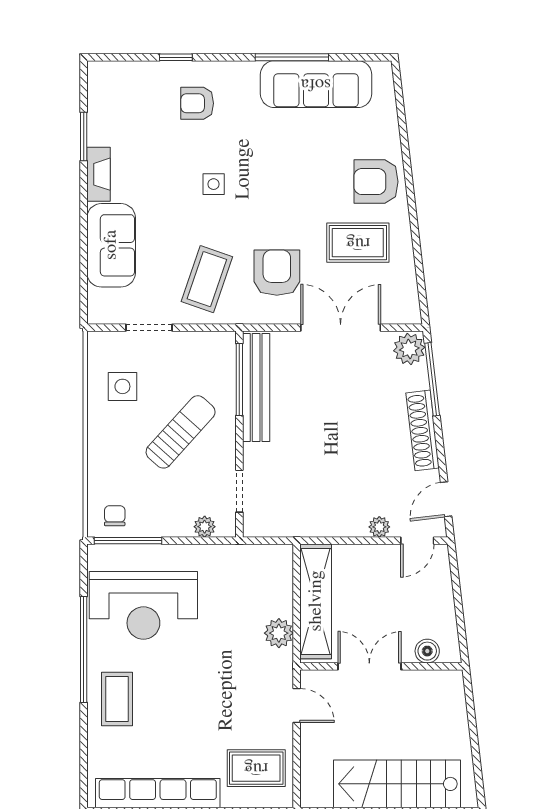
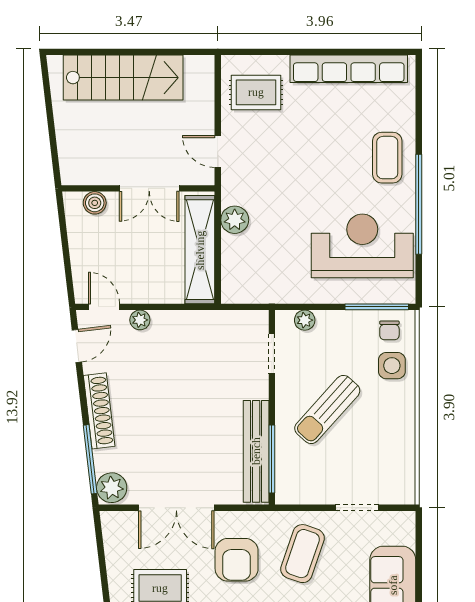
side table: (122, 386) -> (392, 366), moved
door: (417, 541) -> (104, 307), hinge flipped

